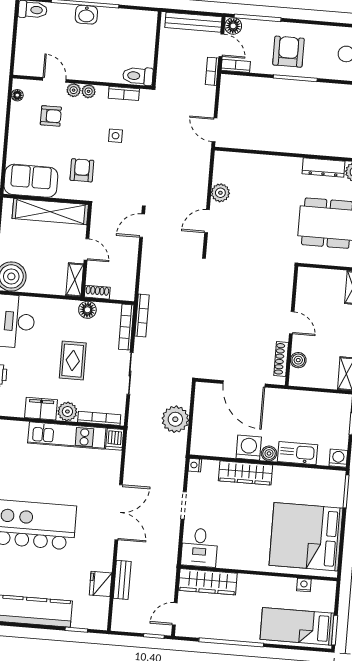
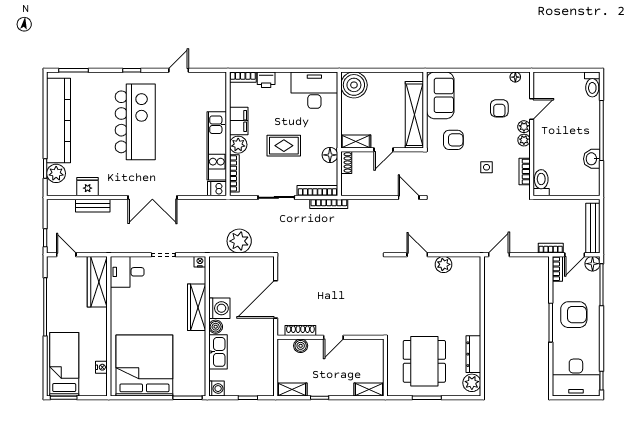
washbasin: (86, 15) -> (592, 159), moved
plant: (83, 618) -> (56, 173), added

